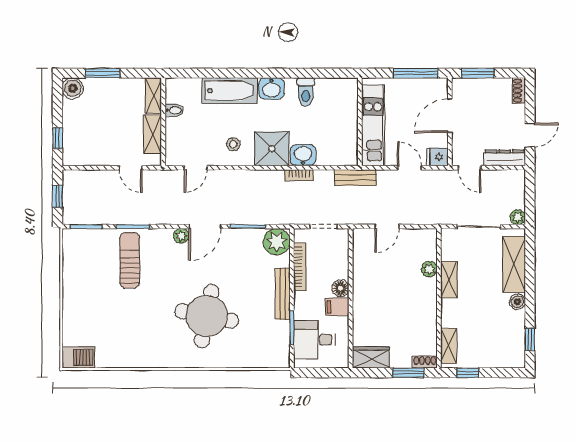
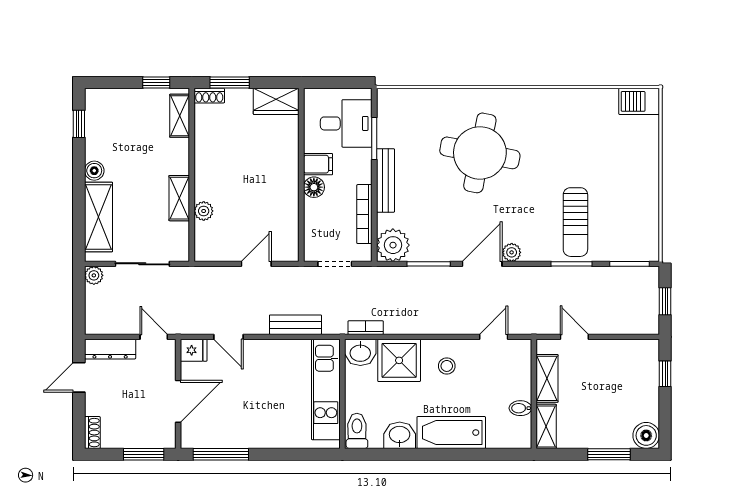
wall: (360, 122) -> (342, 394), moved
kitchen unit: (373, 125) -> (326, 389), moved

